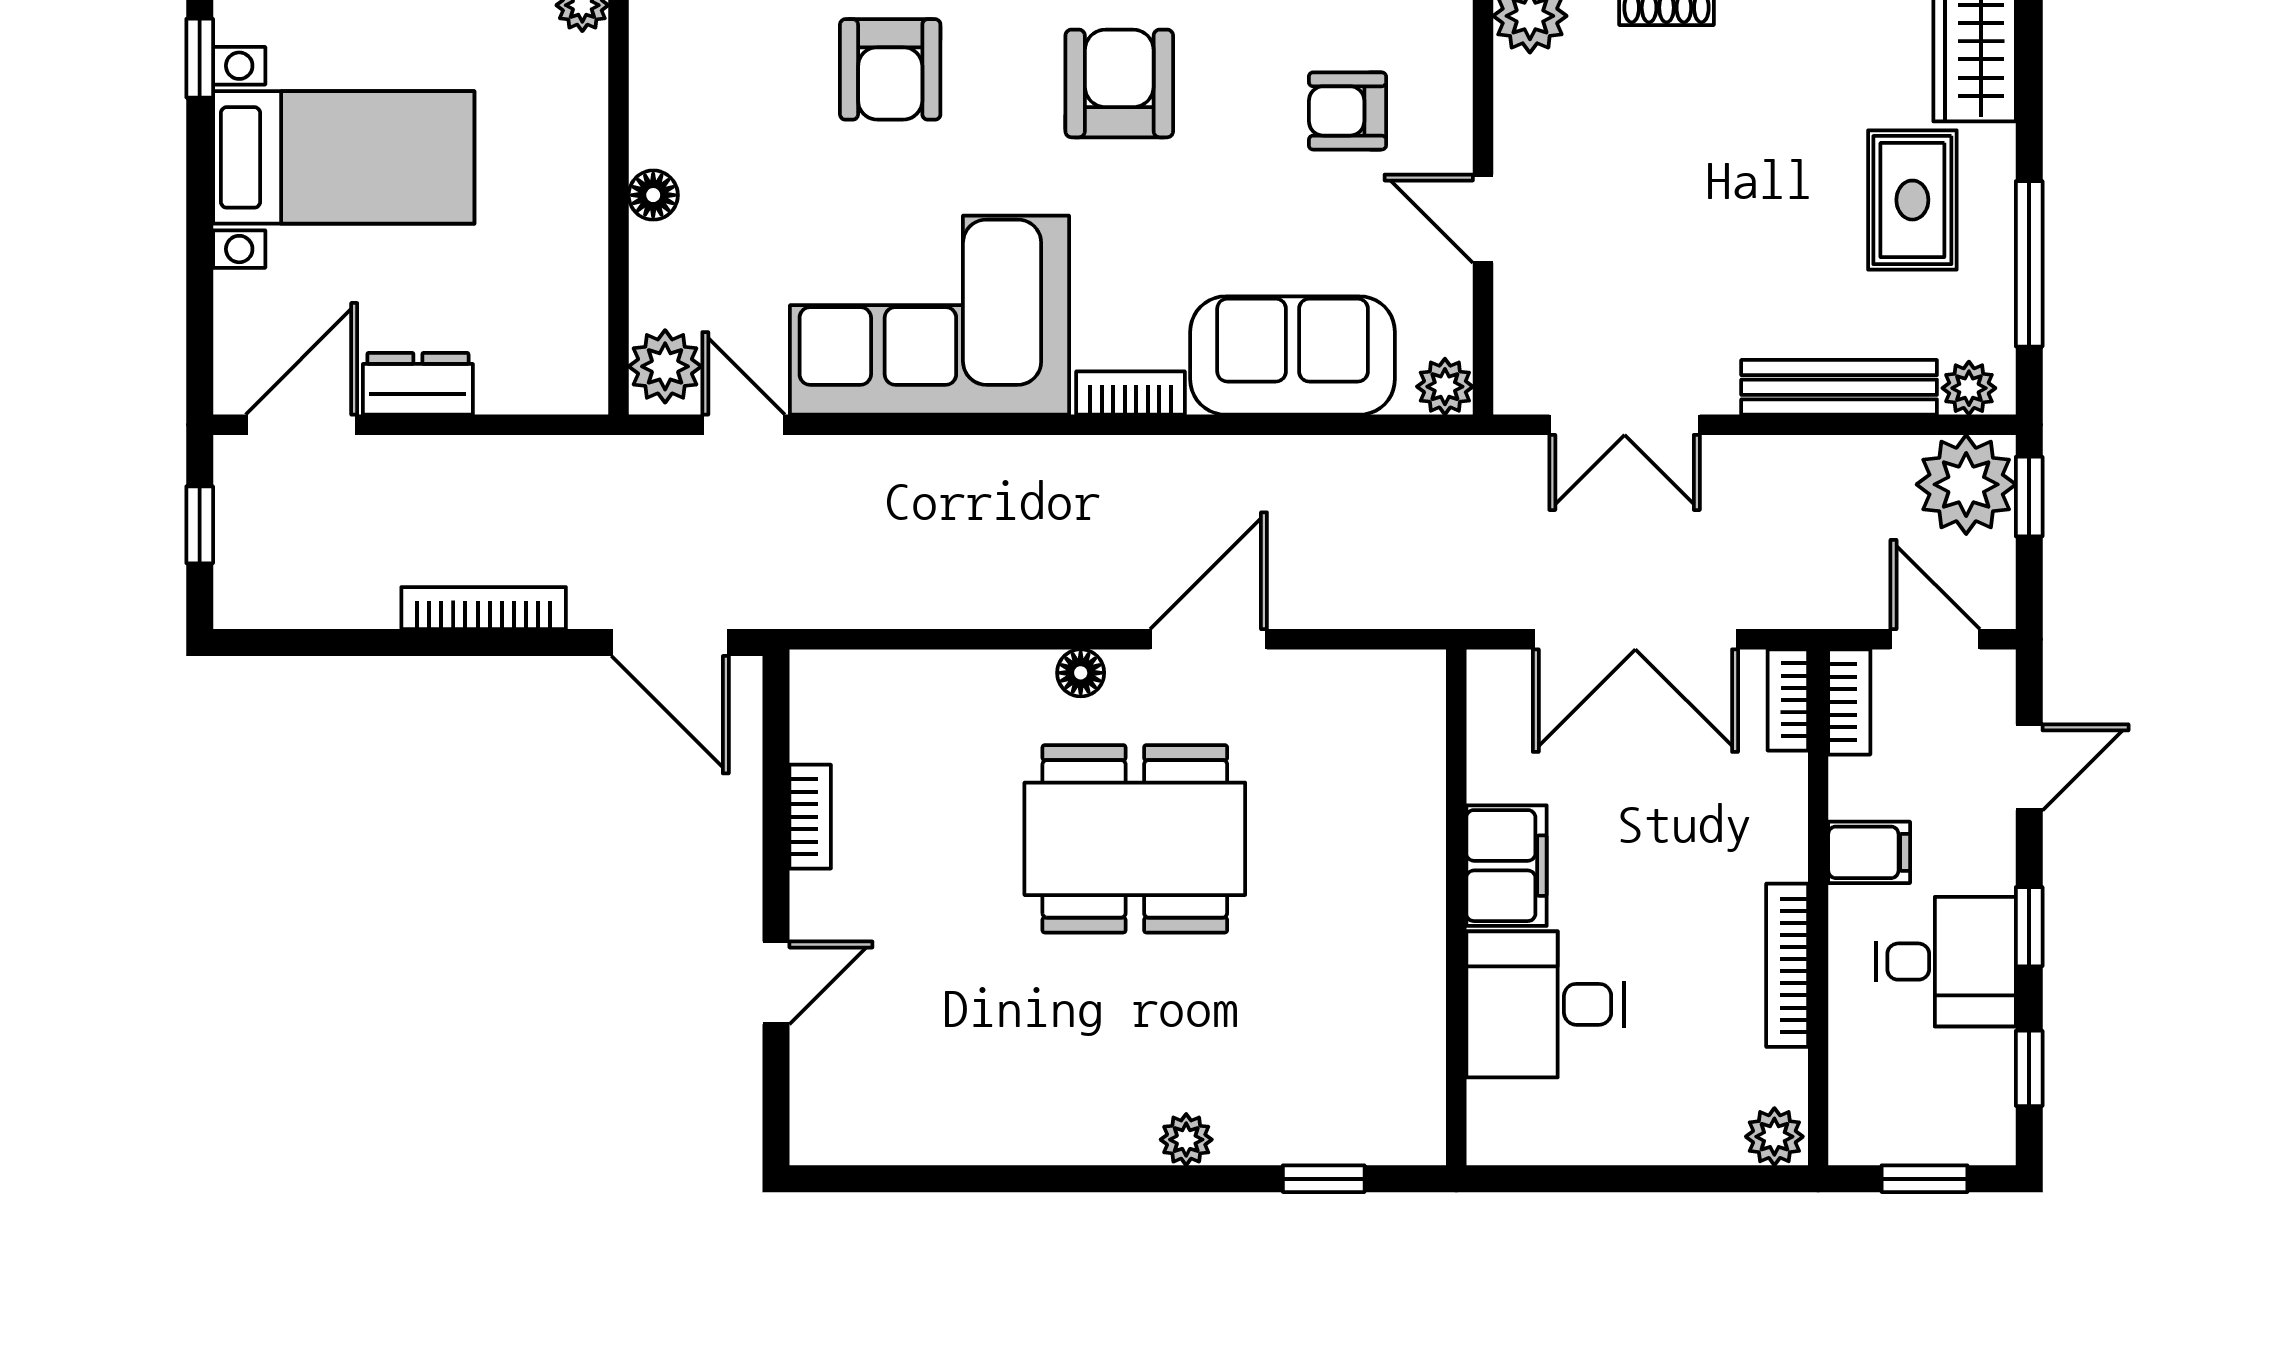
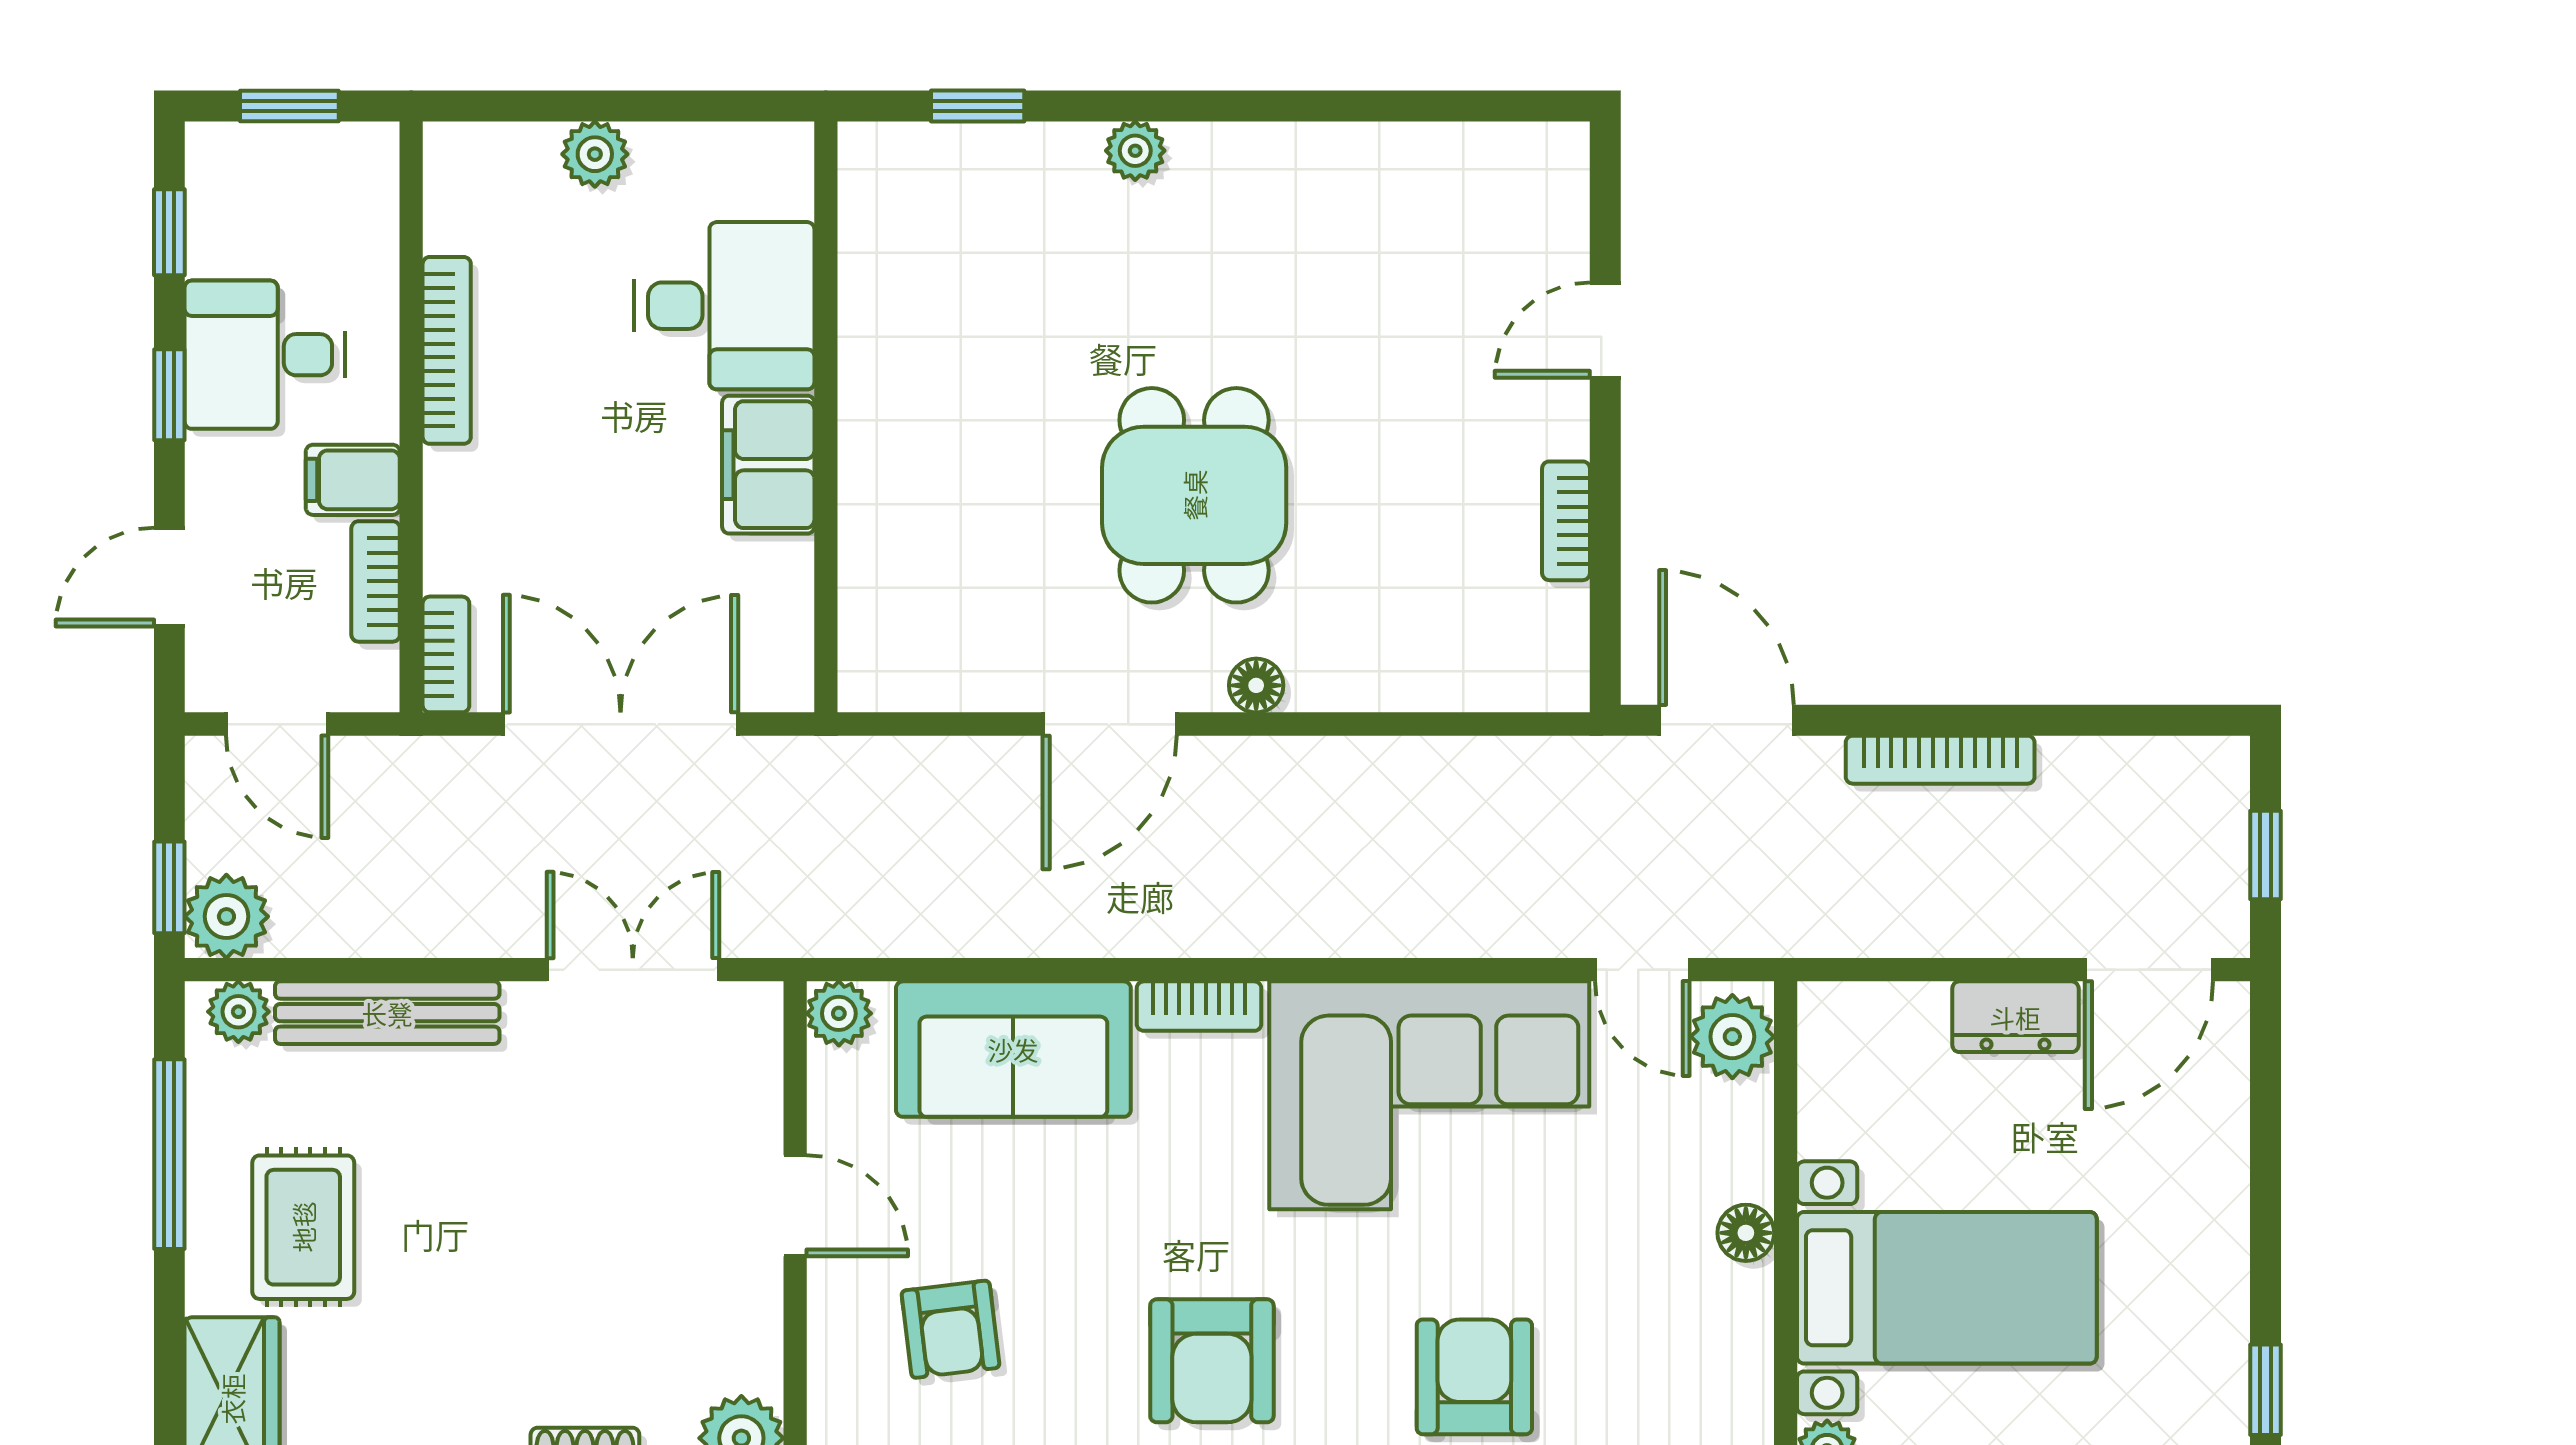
armchair: (1347, 111) -> (950, 1329), turned 83
bed with nightstands: (344, 157) -> (1947, 1288), moved, turned 180
plant: (1966, 484) -> (226, 916), width x0.73, depth x0.73
bookcase: (1849, 702) -> (376, 581), moved
dining table: (1135, 839) -> (1194, 495), width x0.73
plant: (1774, 1137) -> (595, 154), moved

